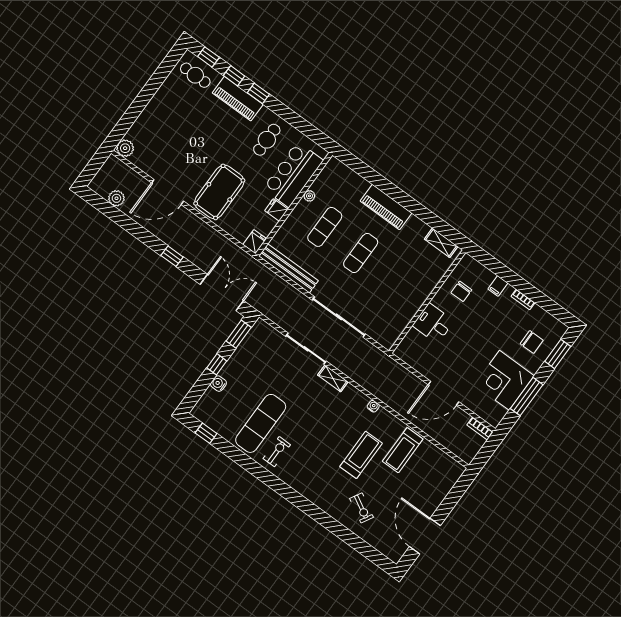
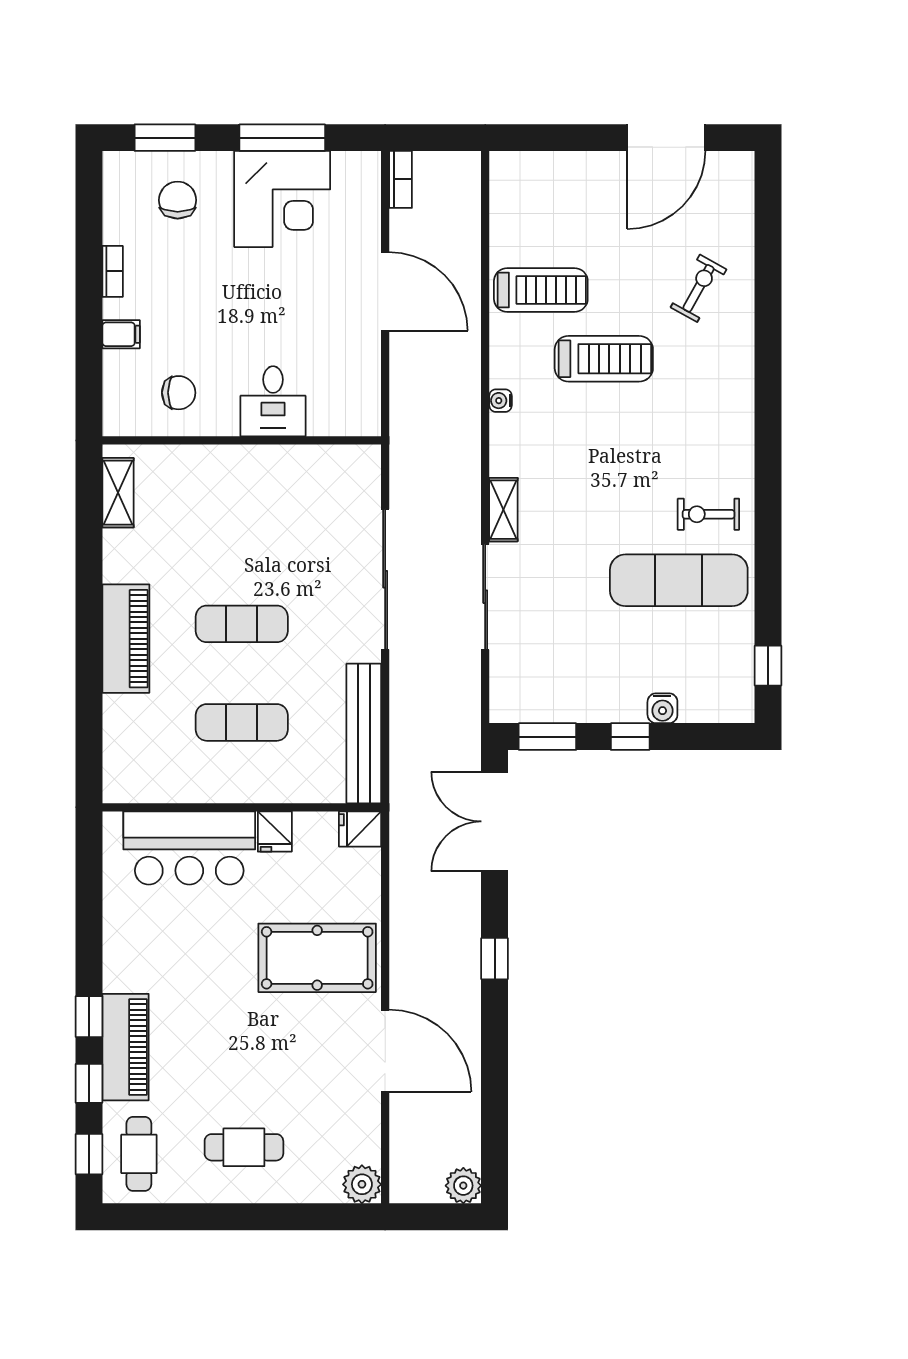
cafe table: (267, 140) -> (244, 1147), moved
plant: (309, 196) -> (206, 791), removed
plant: (116, 198) -> (463, 1186), moved
treadmill: (361, 455) -> (604, 359), turned 180

